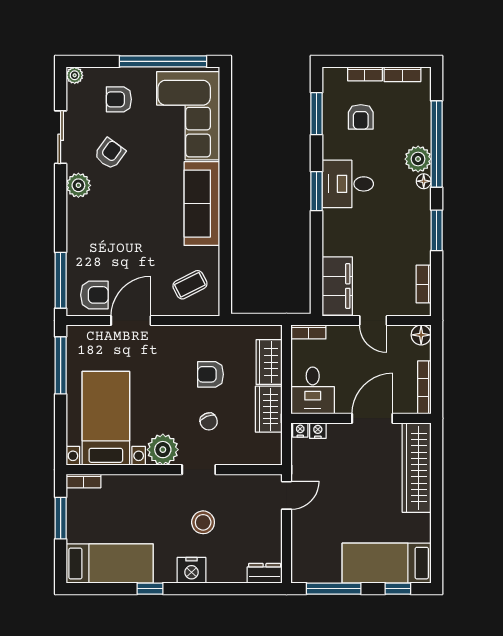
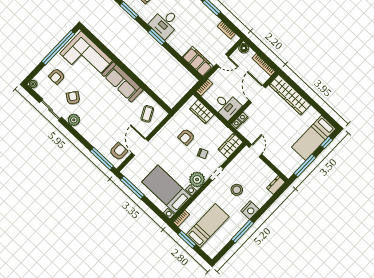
wardrobe: (269, 409) -> (231, 146), moved, turned 90
bed: (110, 564) -> (208, 226), moved
window: (150, 589) -> (242, 231), width x2.17

